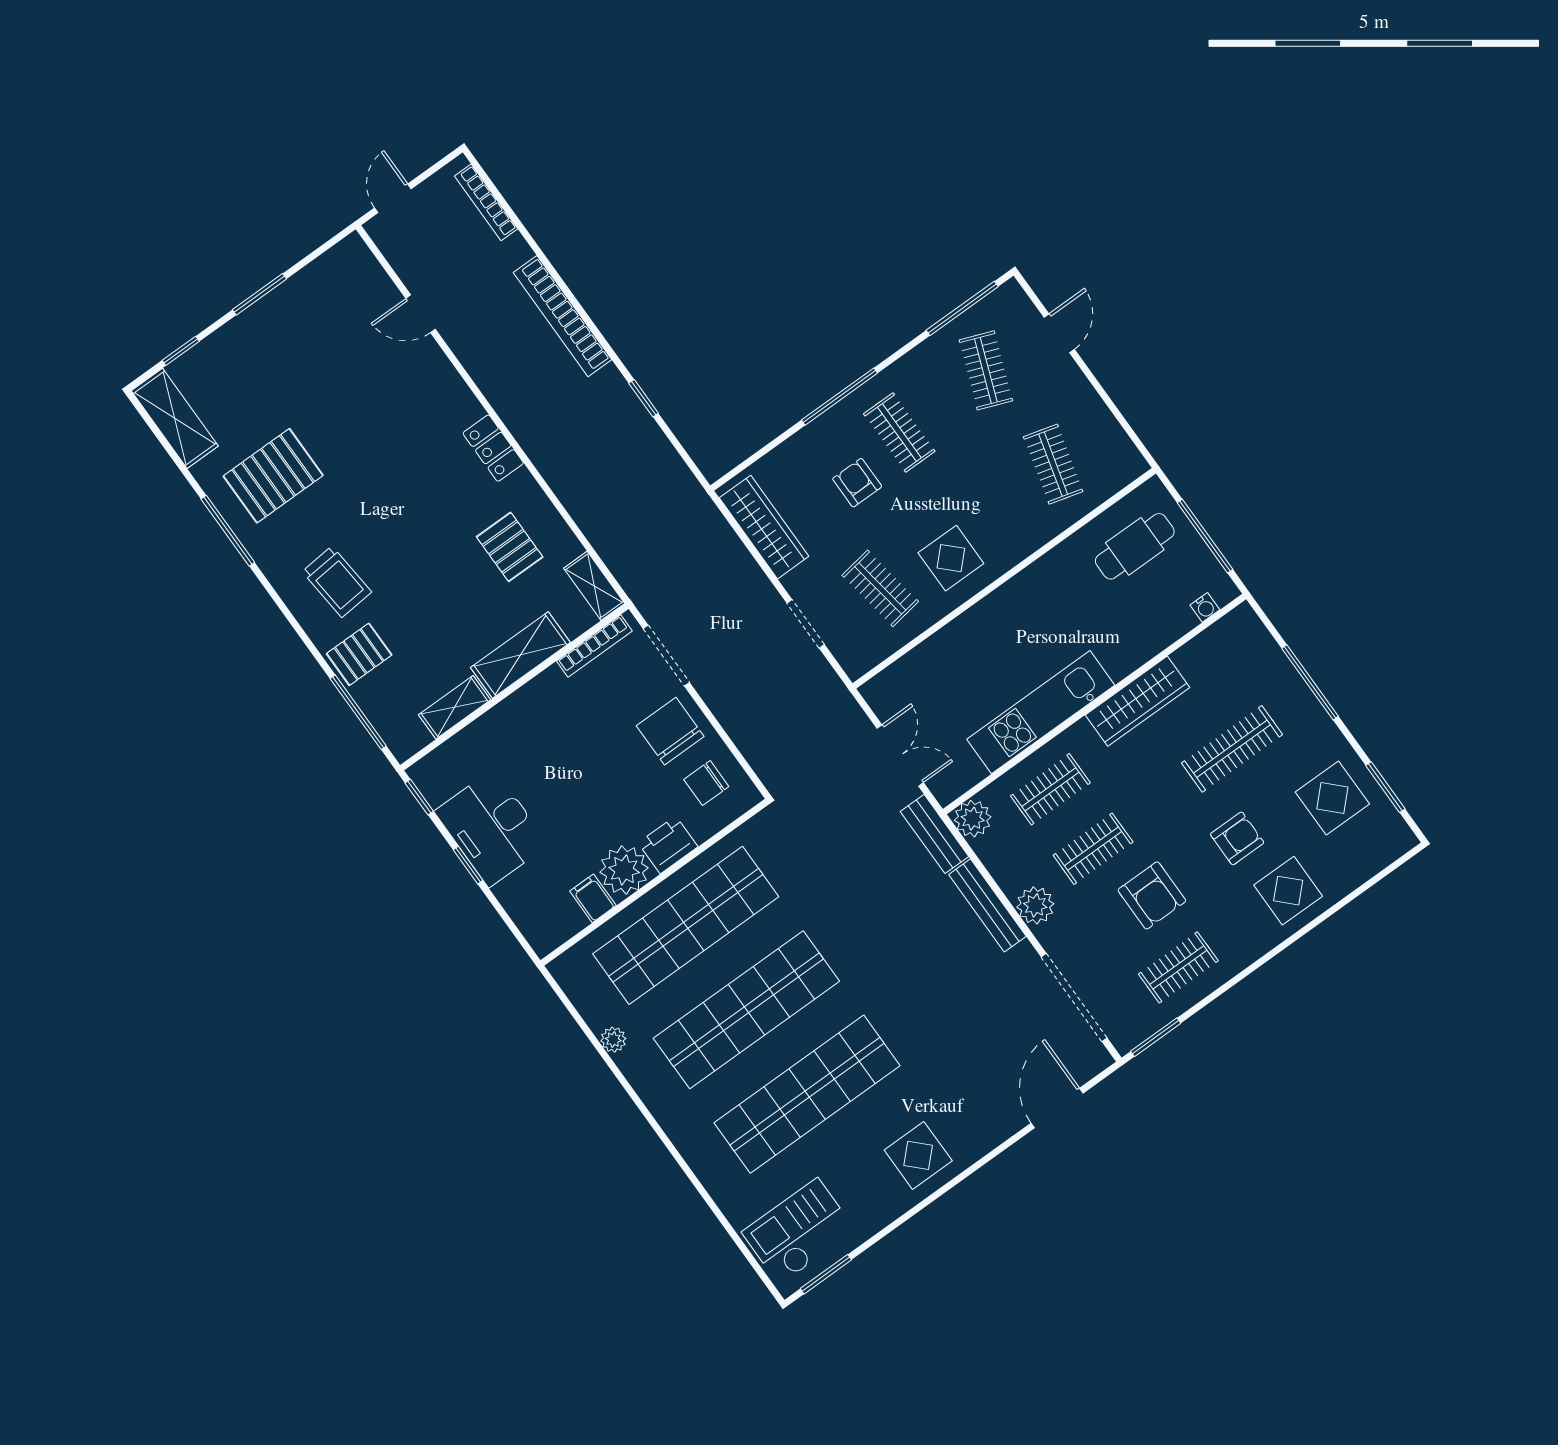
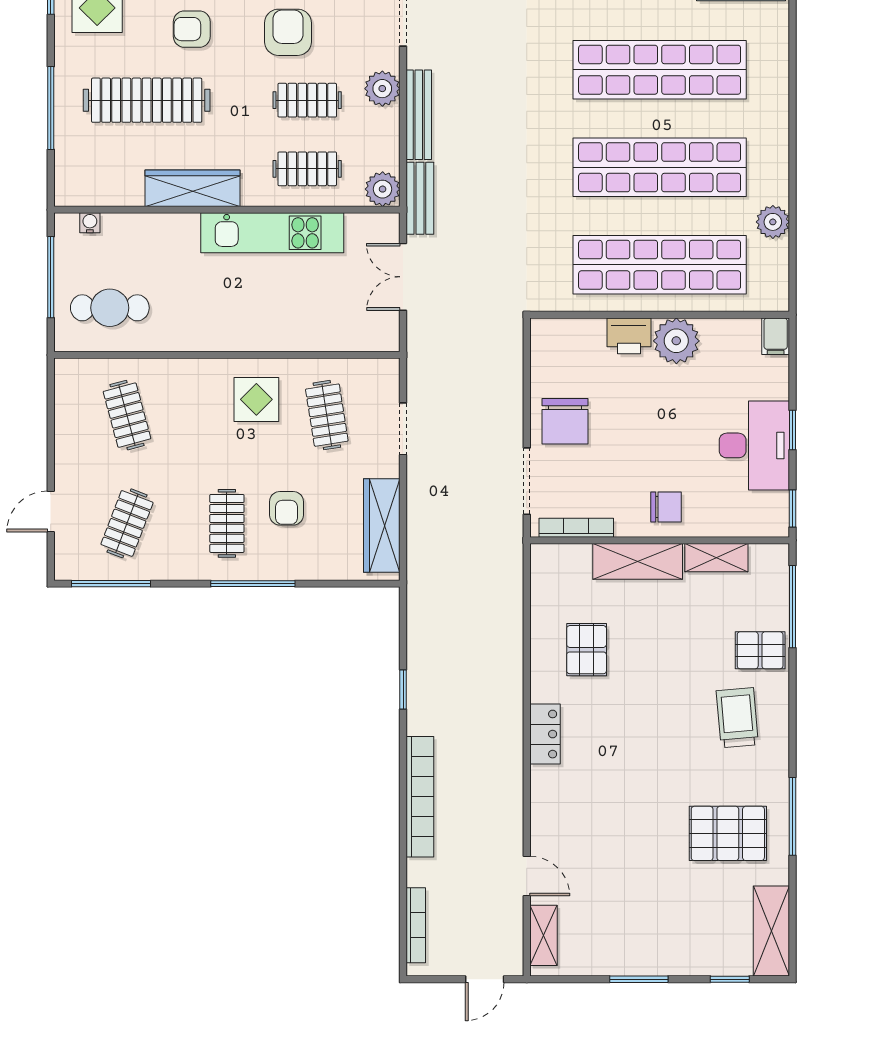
clothes rail: (1053, 464) -> (127, 415), turned -30
shelving: (594, 586) -> (543, 935), moved
clothes rail: (1232, 749) -> (147, 100), width x1.37, depth x1.31
chair: (706, 783) -> (666, 507), moved
filing cabinet: (593, 898) -> (776, 336), moved
plant: (613, 1040) -> (773, 222), width x1.38, depth x1.38

